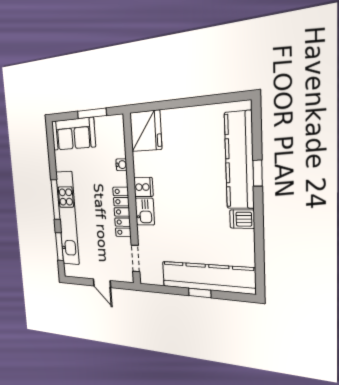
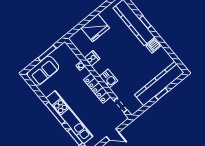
fridge: (146, 131) -> (95, 28), moved, turned 90
cooker: (143, 187) -> (92, 58), moved

